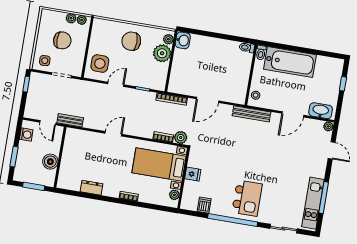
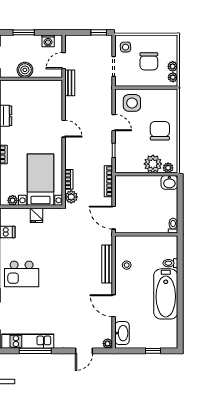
toilet: (247, 48) -> (173, 226), moved
wall: (251, 75) -> (146, 234), moved

